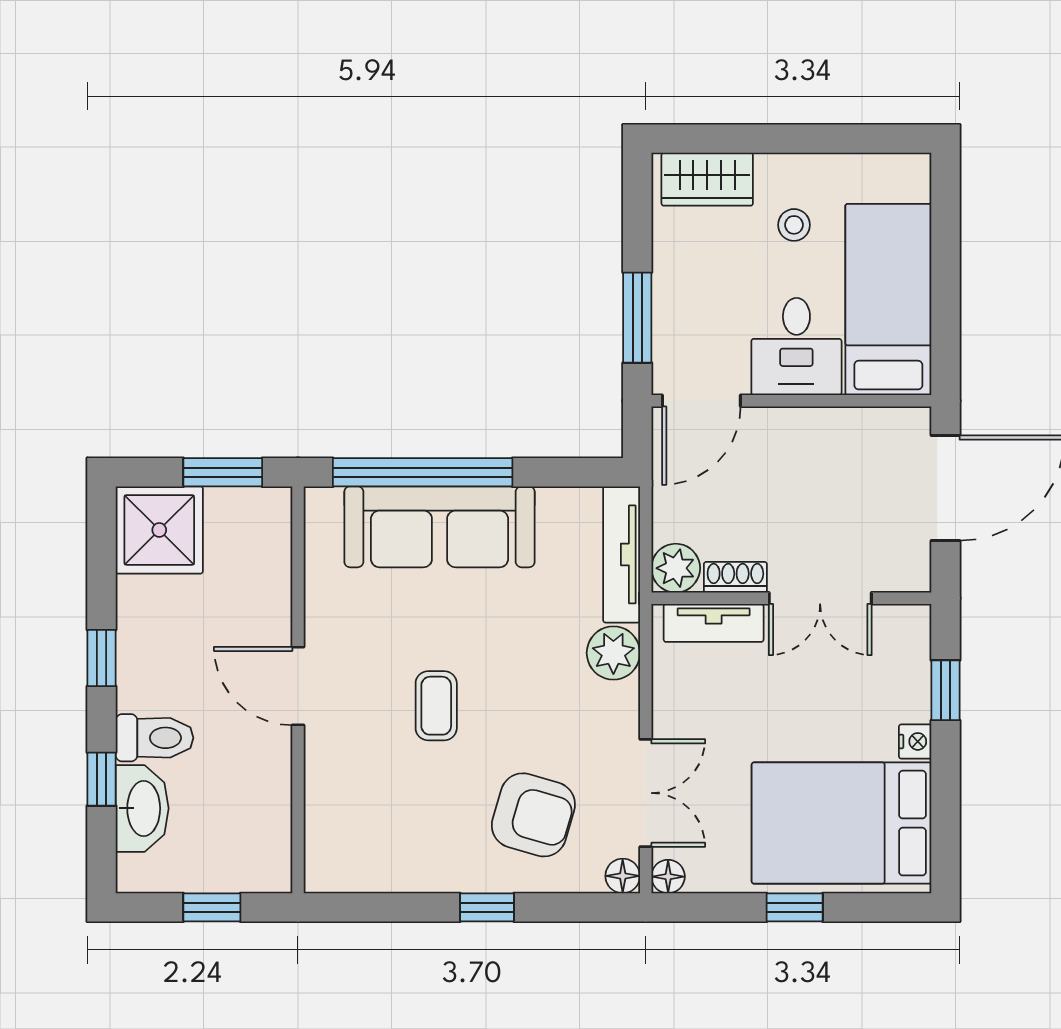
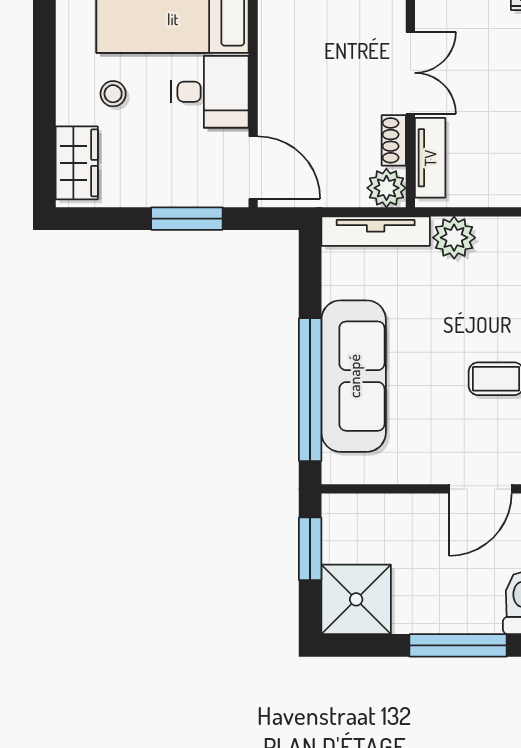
window: (102, 658) -> (458, 645), width x2.17

